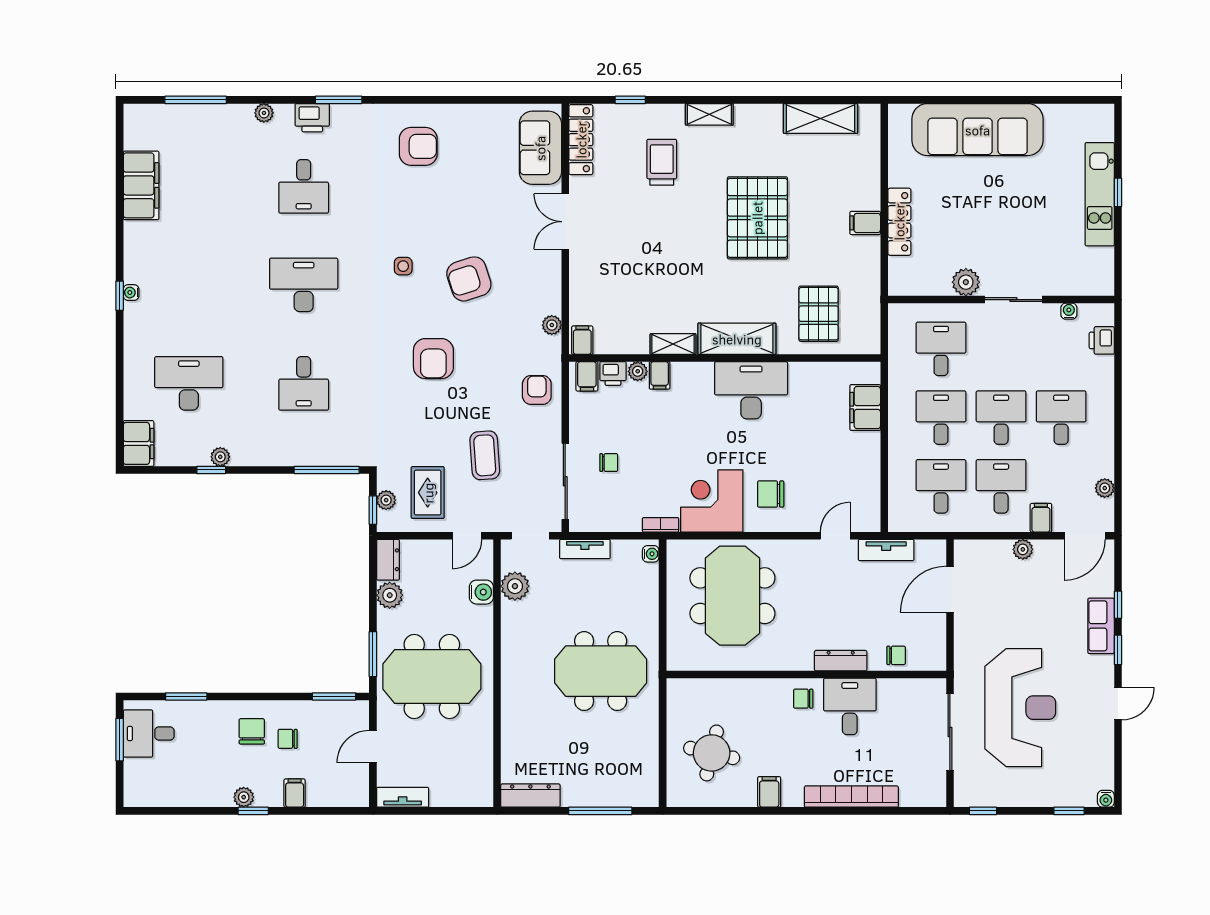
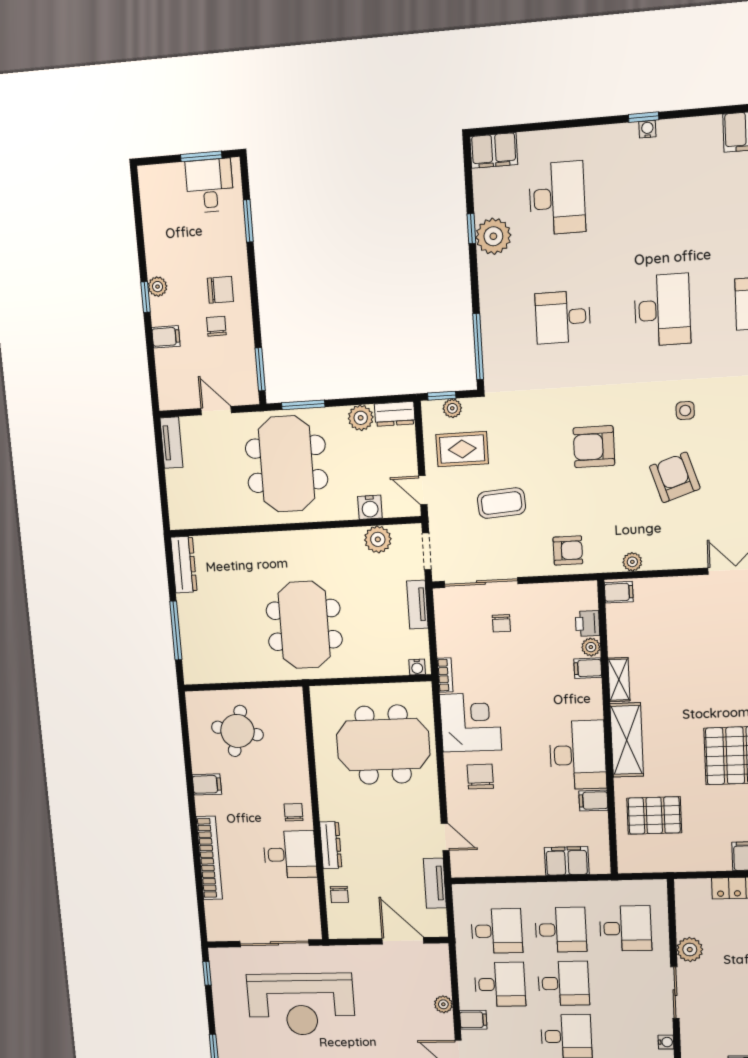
filing cabinet: (587, 376) -> (593, 801), moved
plant: (220, 457) -> (493, 236), width x1.87, depth x1.87

